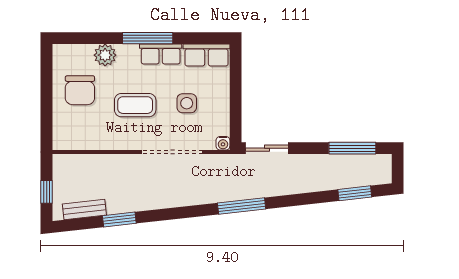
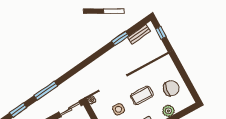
chair: (80, 90) -> (171, 88), turned 99
window: (242, 206) -> (46, 91), moved

